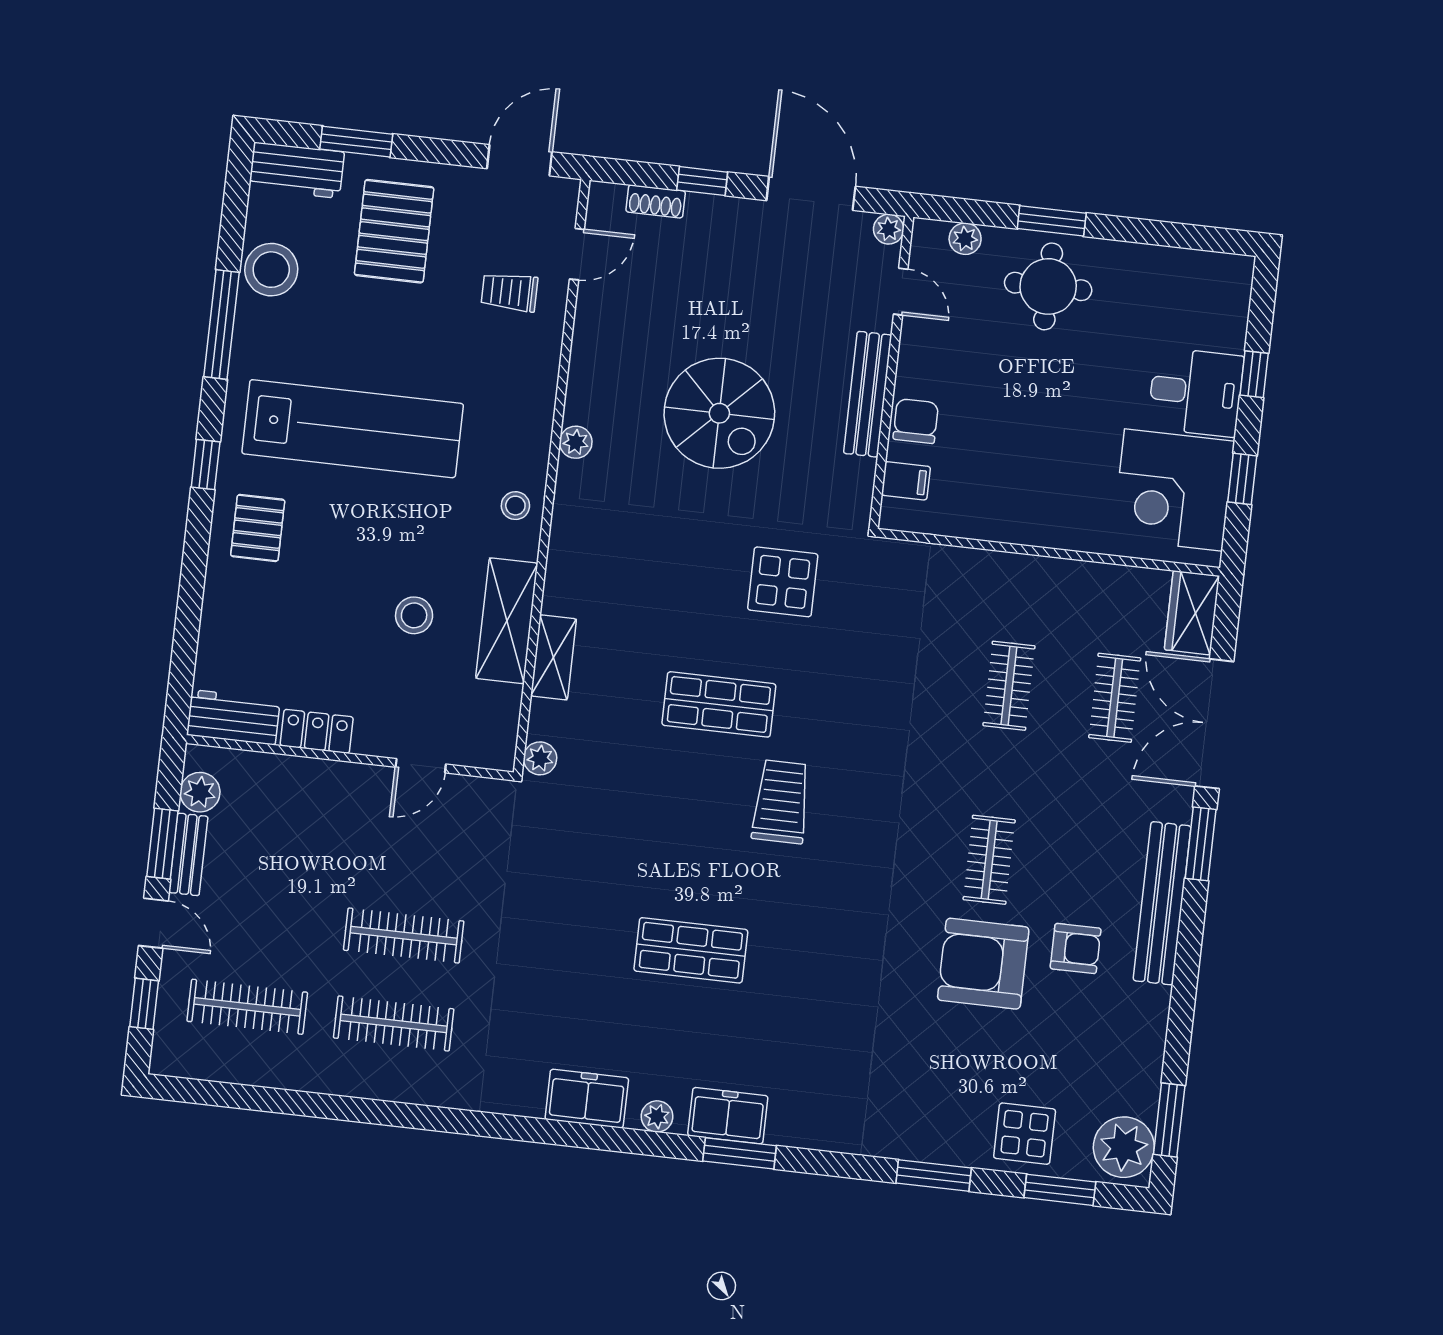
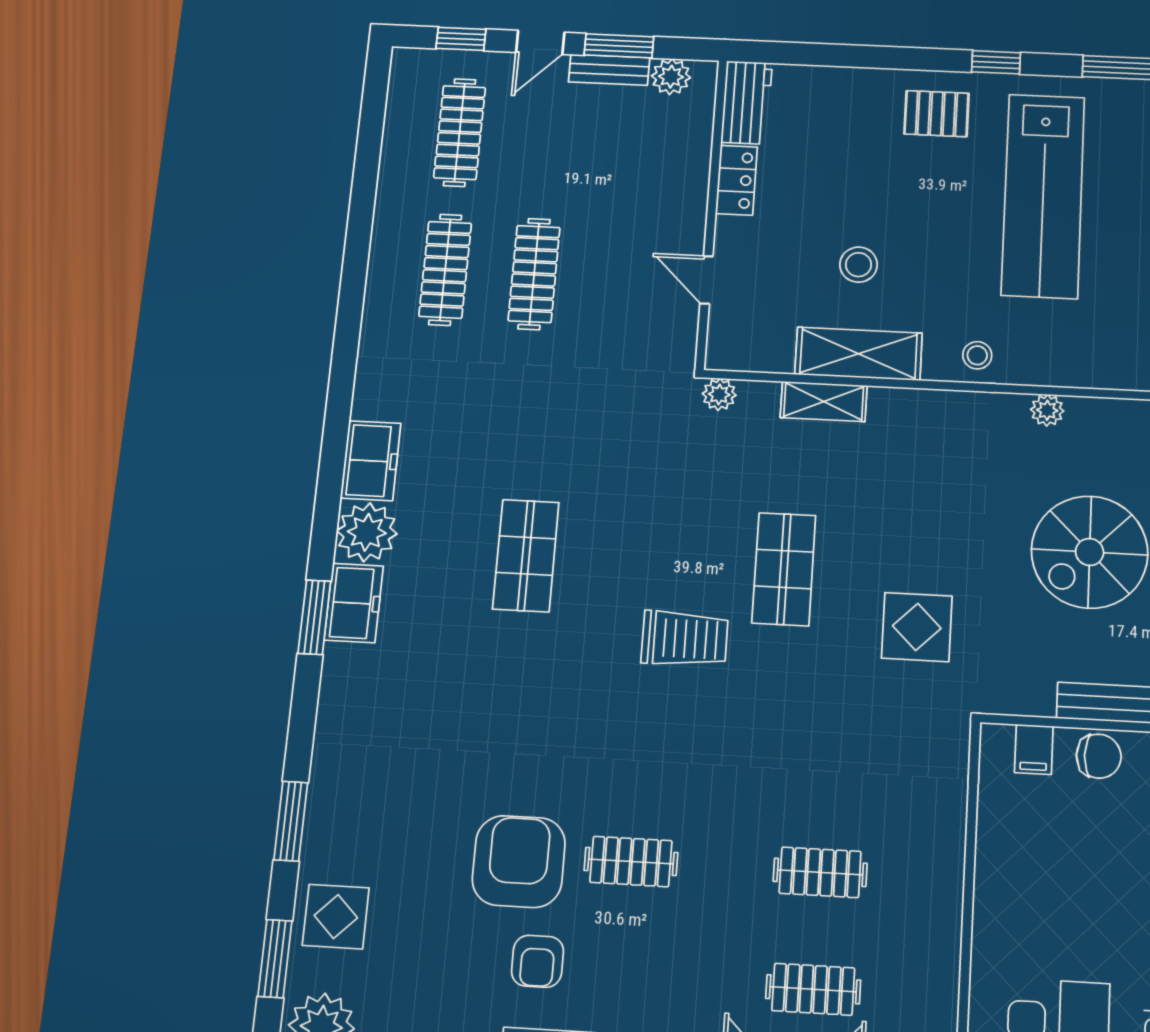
plant: (657, 1116) -> (367, 532), width x1.88, depth x1.88

